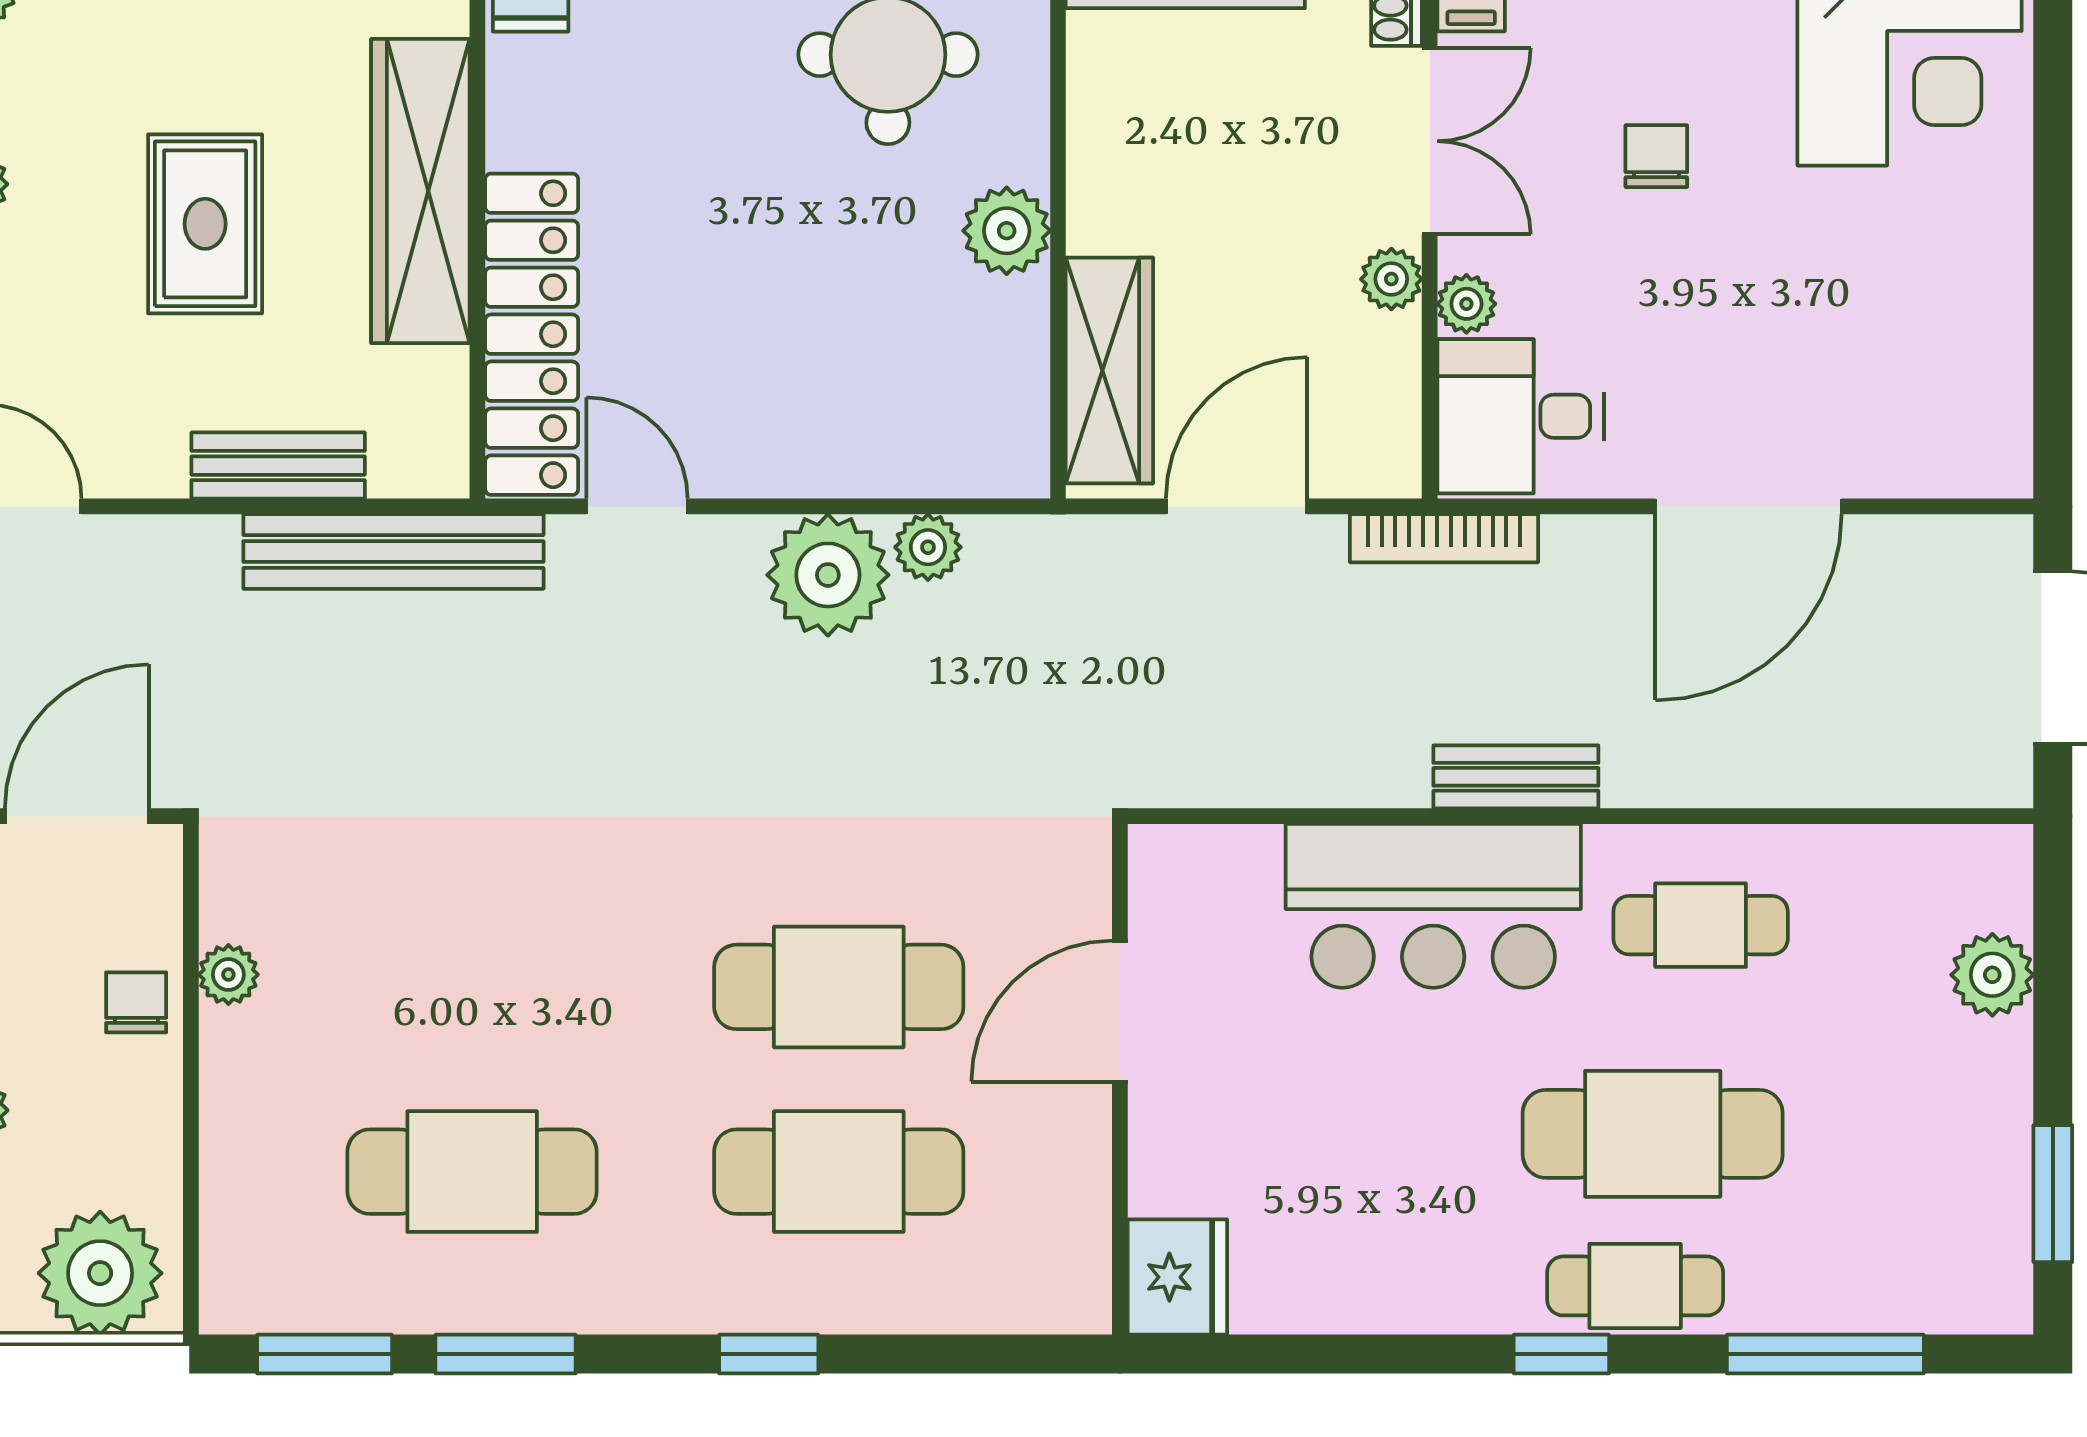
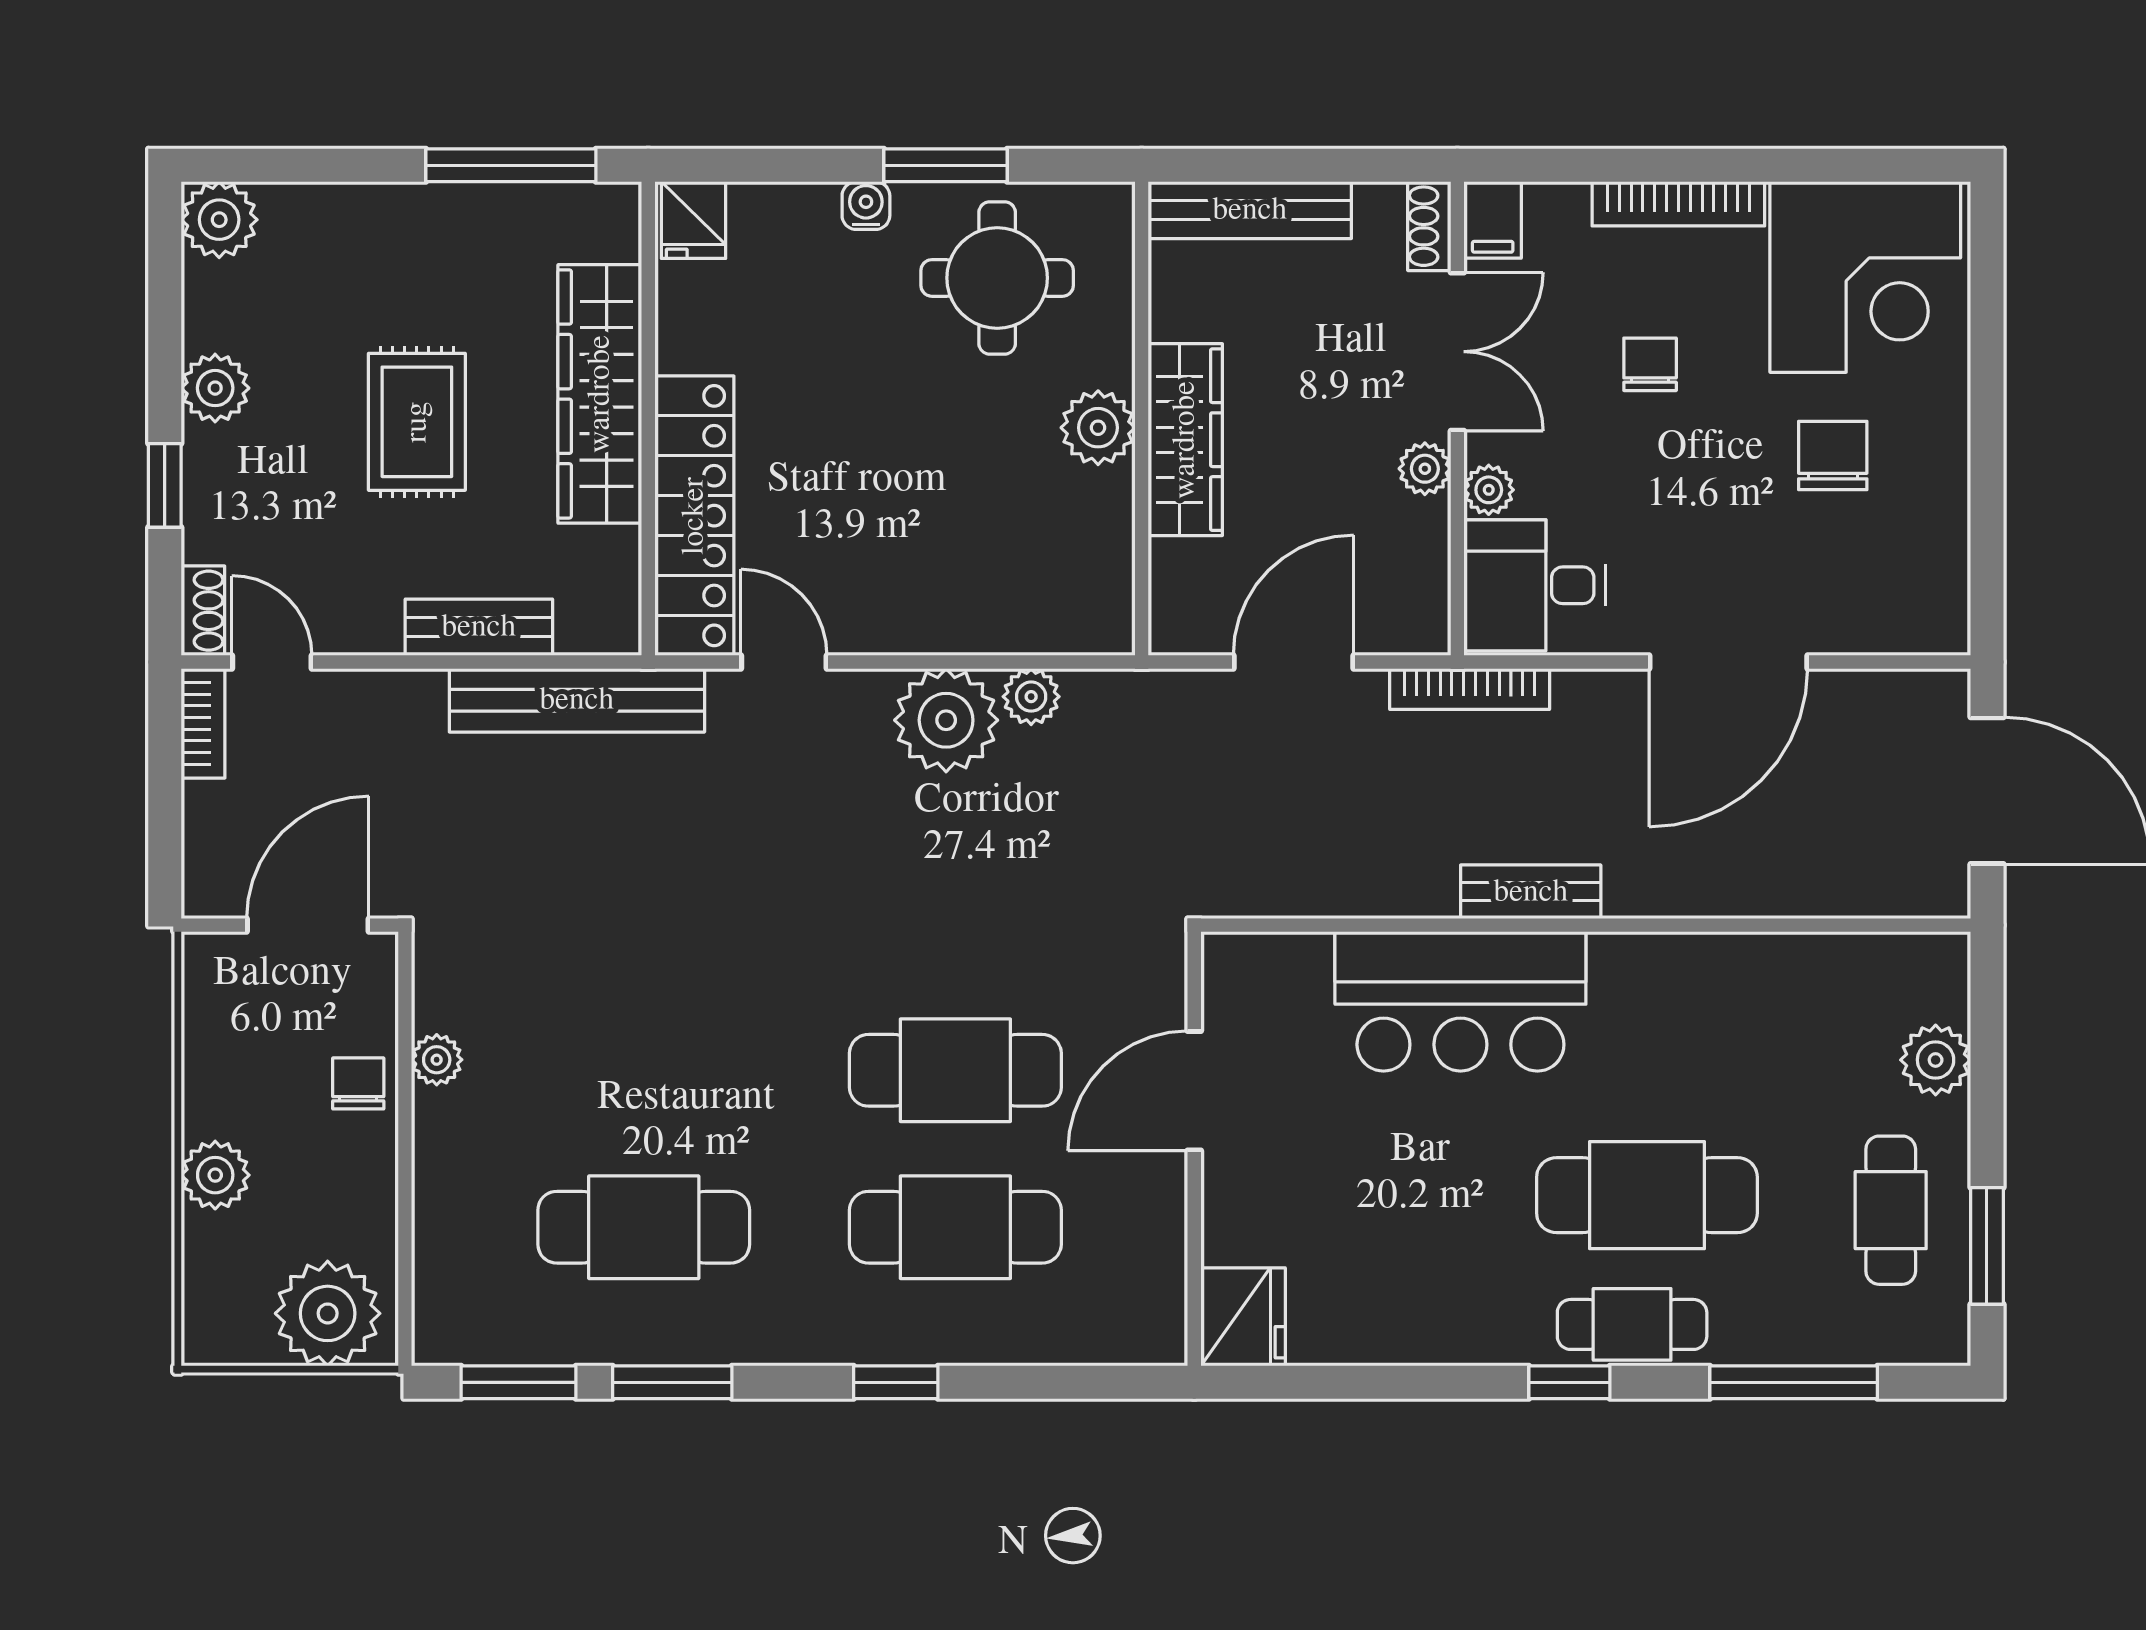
chair: (1871, 263) -> (1833, 456), added
wardrobe: (1109, 370) -> (1185, 440), moved
cafe table: (1701, 925) -> (1891, 1210), moved, turned 90

